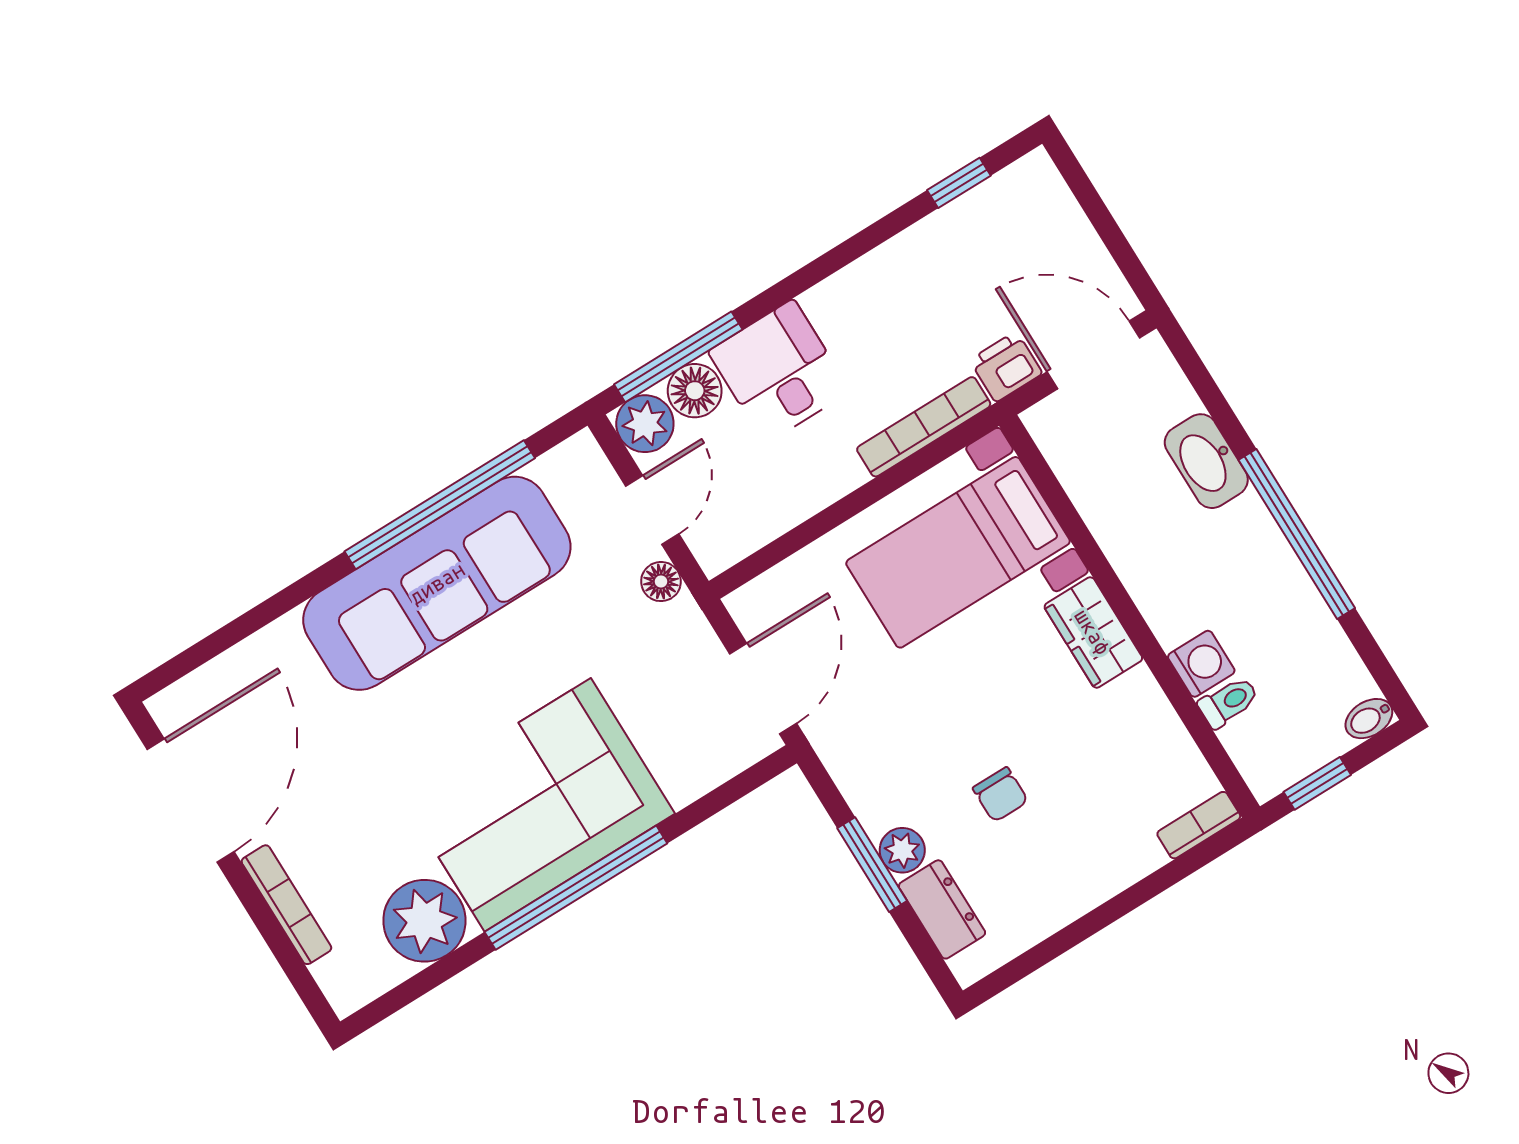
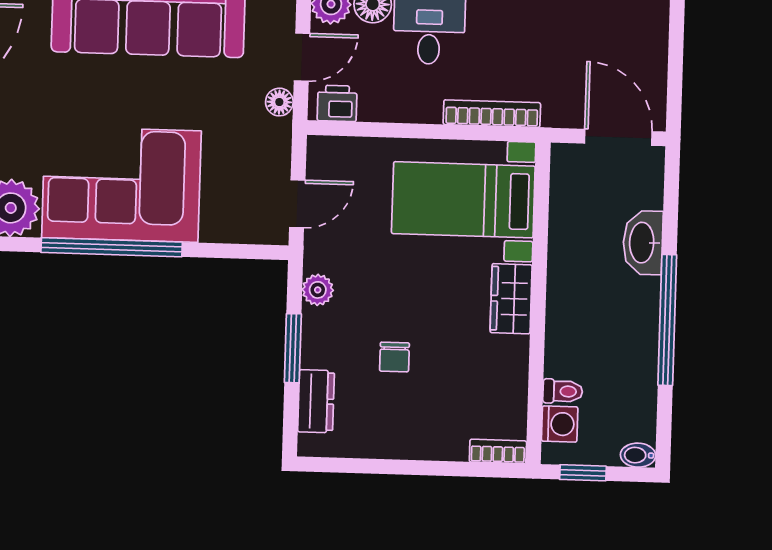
printer: (1006, 367) -> (337, 103), moved
washing machine: (1201, 664) -> (560, 424), moved
door: (763, 689) -> (297, 204), width x0.73
plant: (902, 850) -> (318, 290), moved

